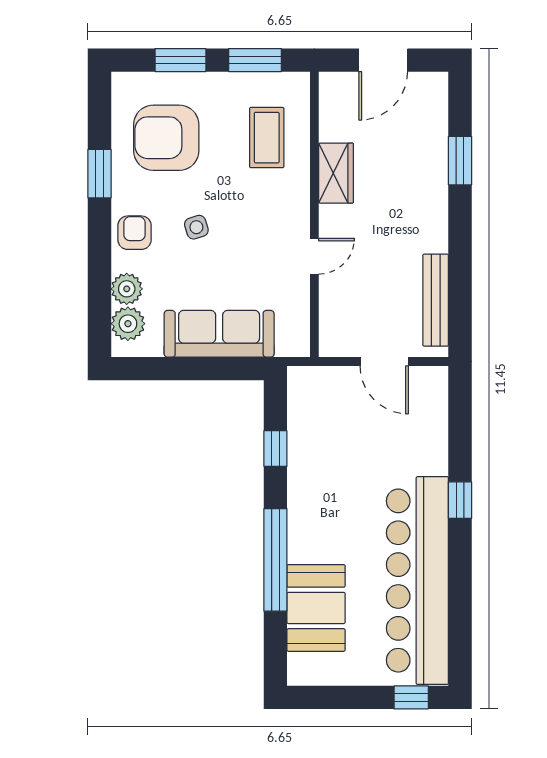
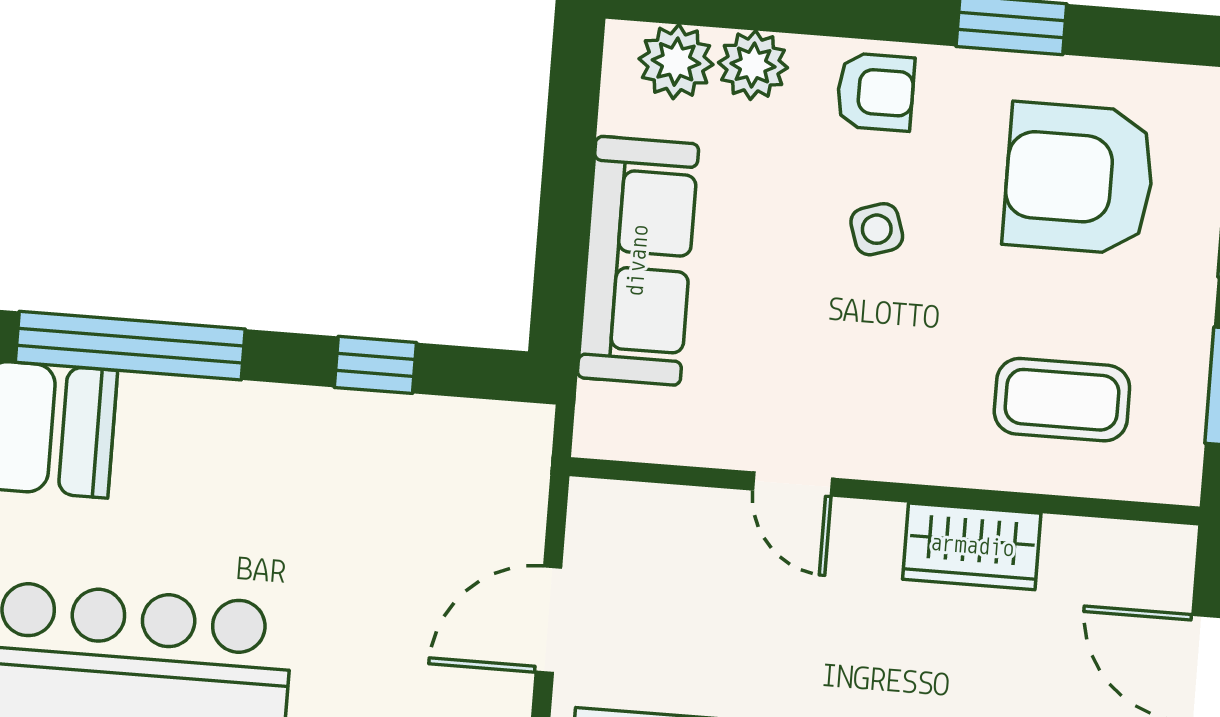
armchair: (166, 138) -> (1079, 178), turned -90

